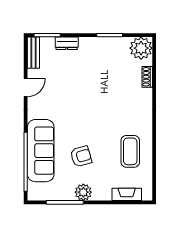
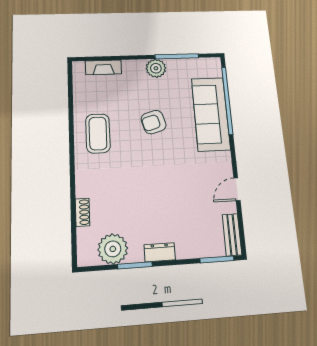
dresser: (67, 43) -> (160, 252), moved
plant: (141, 48) -> (113, 249), moved
coffee table: (130, 151) -> (98, 133), moved
armchair: (81, 156) -> (154, 122), moved

